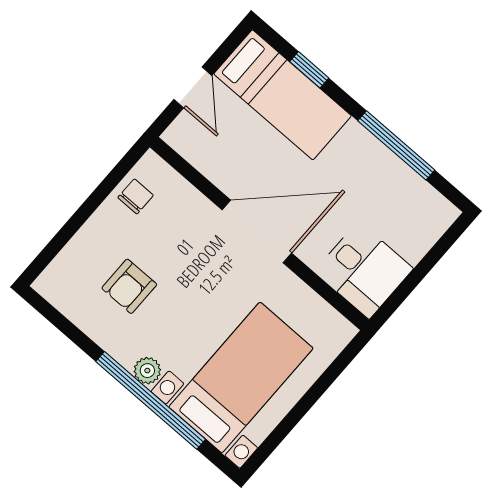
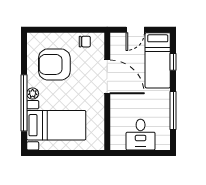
door: (257, 231) -> (107, 77), moved
desk: (364, 270) -> (141, 135), moved
armchair: (129, 286) -> (54, 64), width x1.88, depth x1.88

